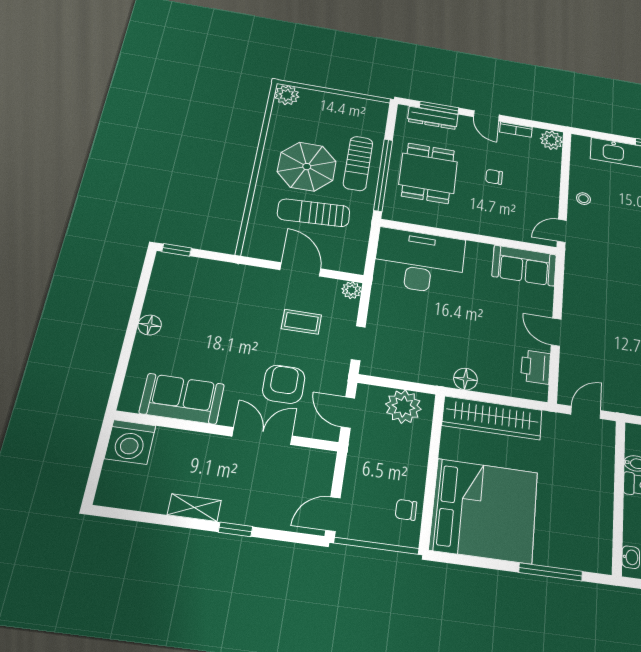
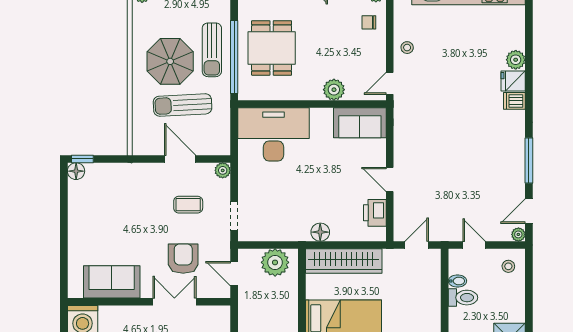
chair: (494, 177) -> (369, 22), moved
plant: (496, 226) -> (334, 90), added
floor lamp: (150, 325) -> (76, 171), moved

